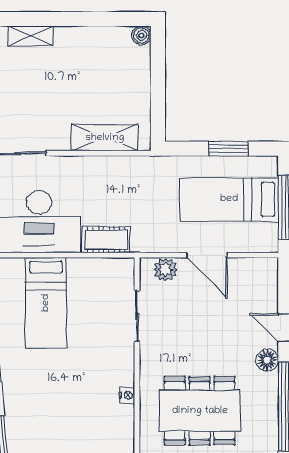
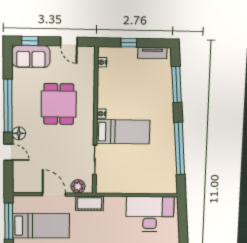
cot: (106, 240) -> (89, 203), moved
bed: (46, 303) -> (123, 132), moved, turned 90
dining table: (200, 411) -> (59, 104), width x0.73

